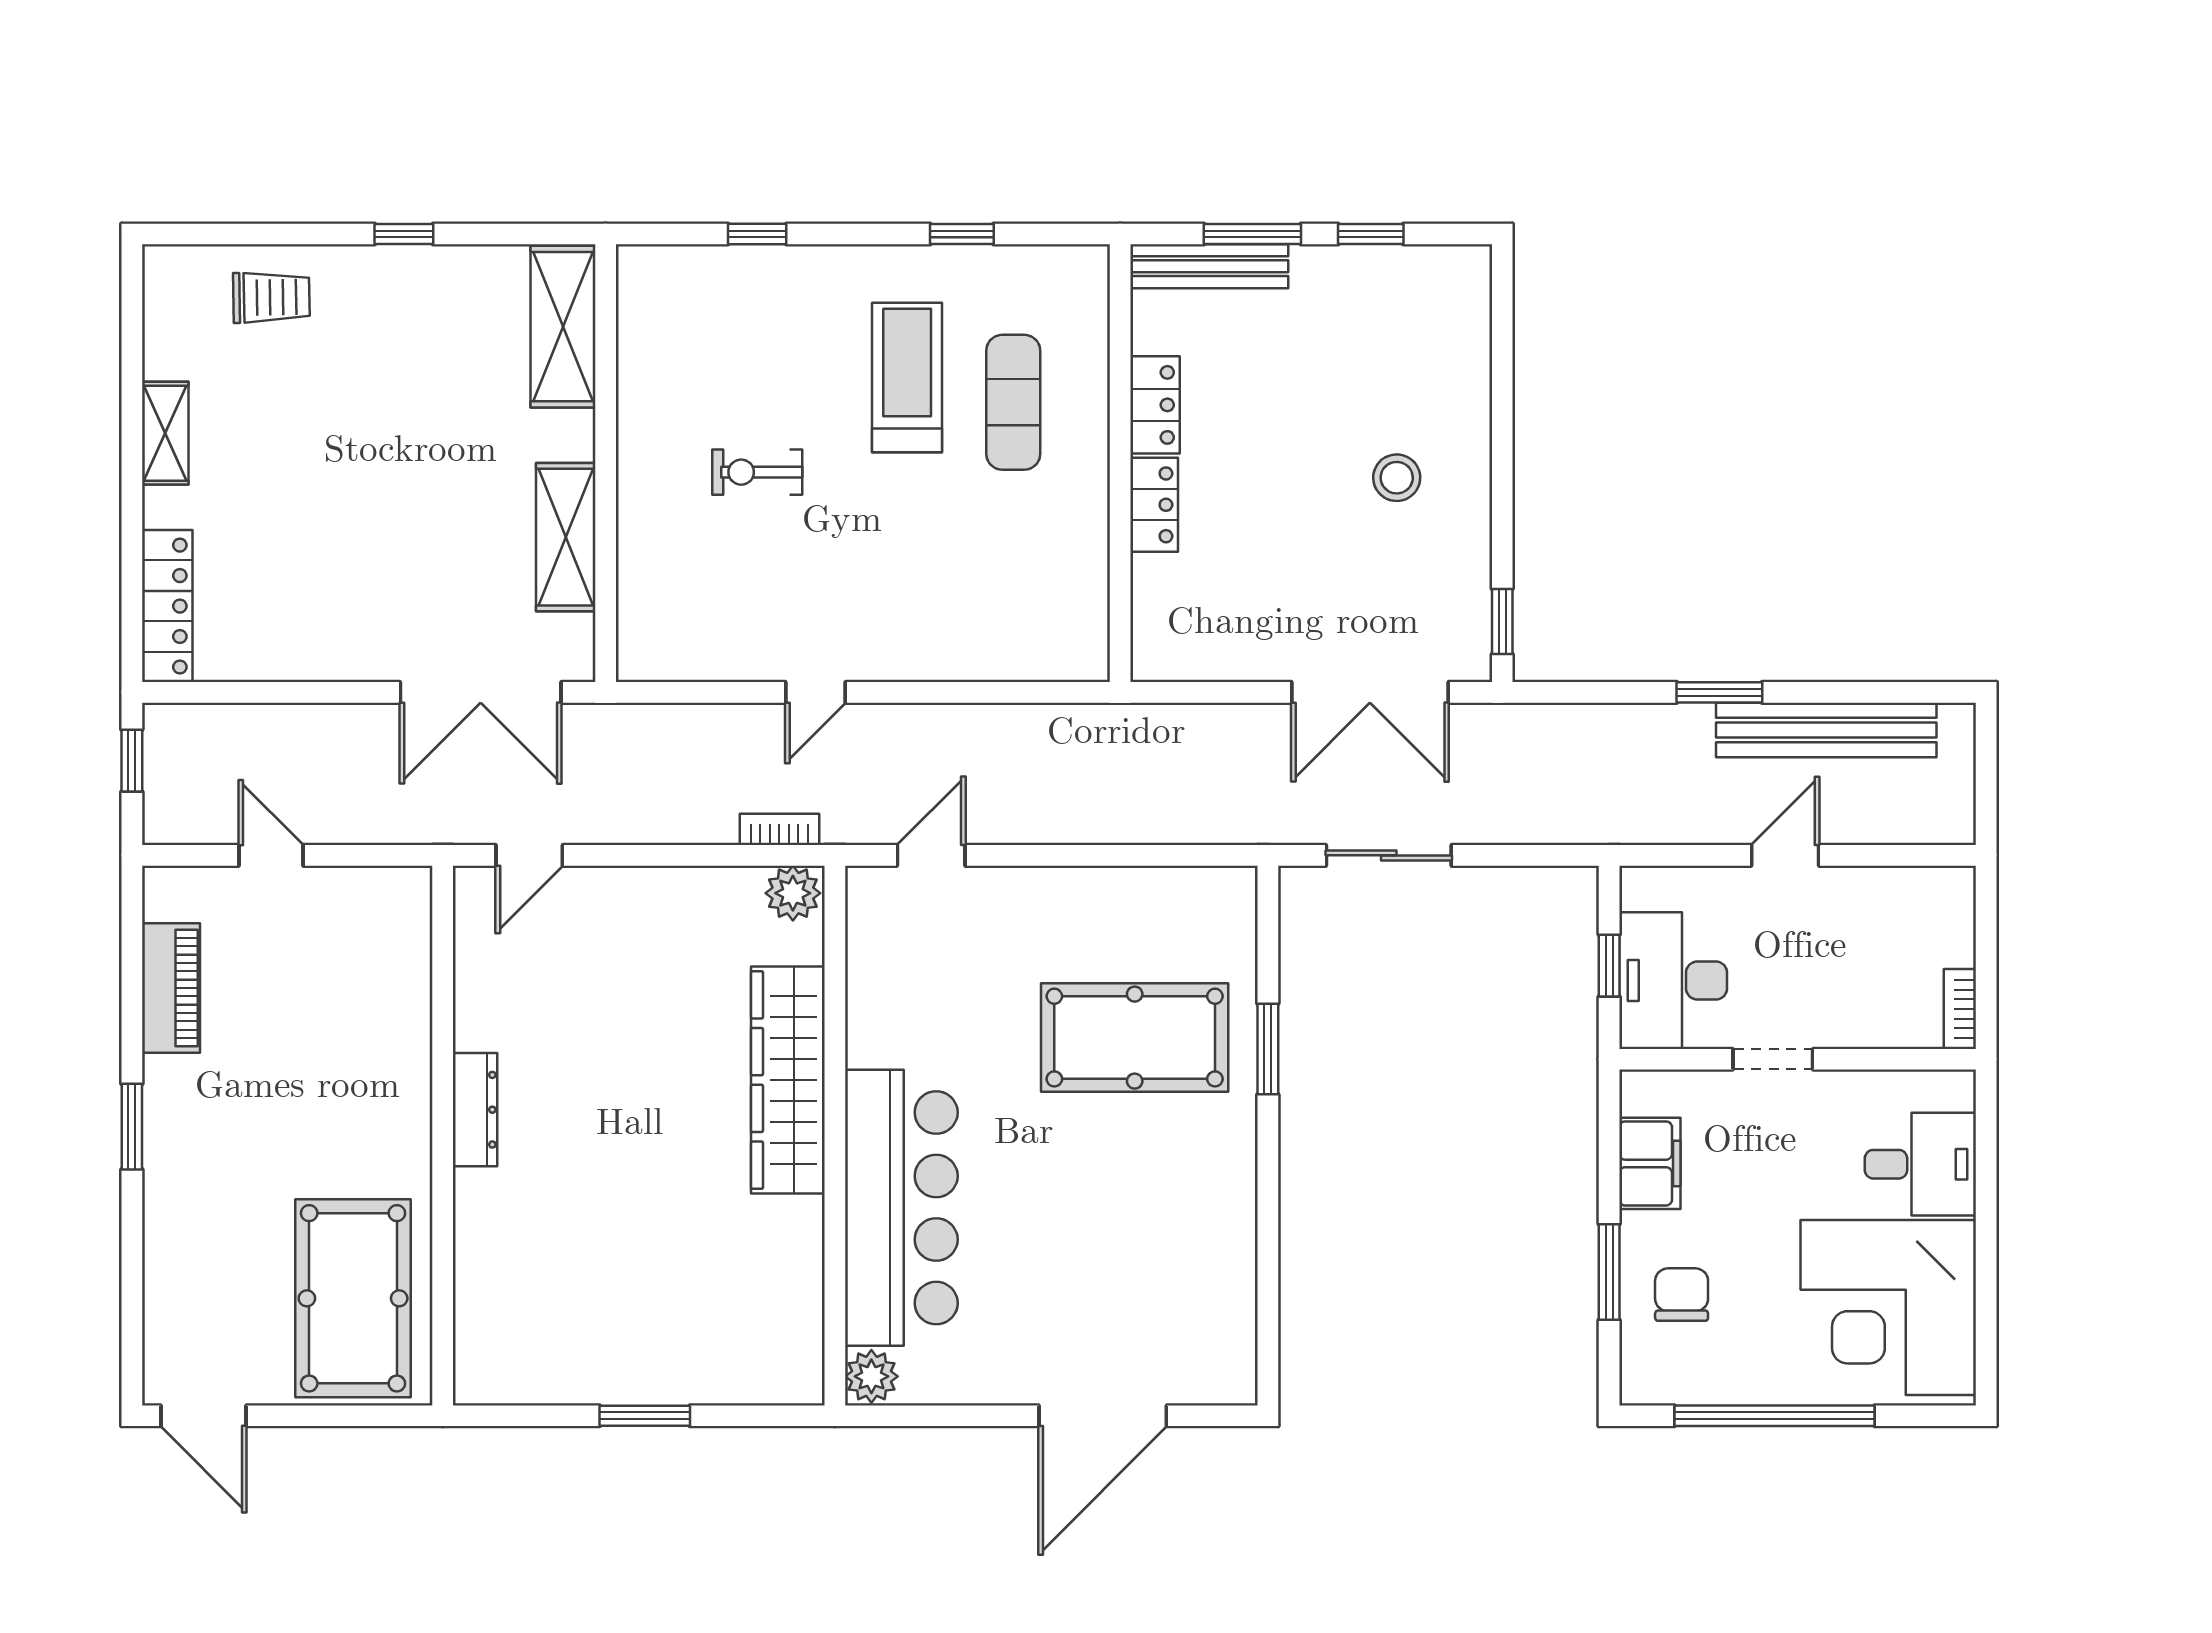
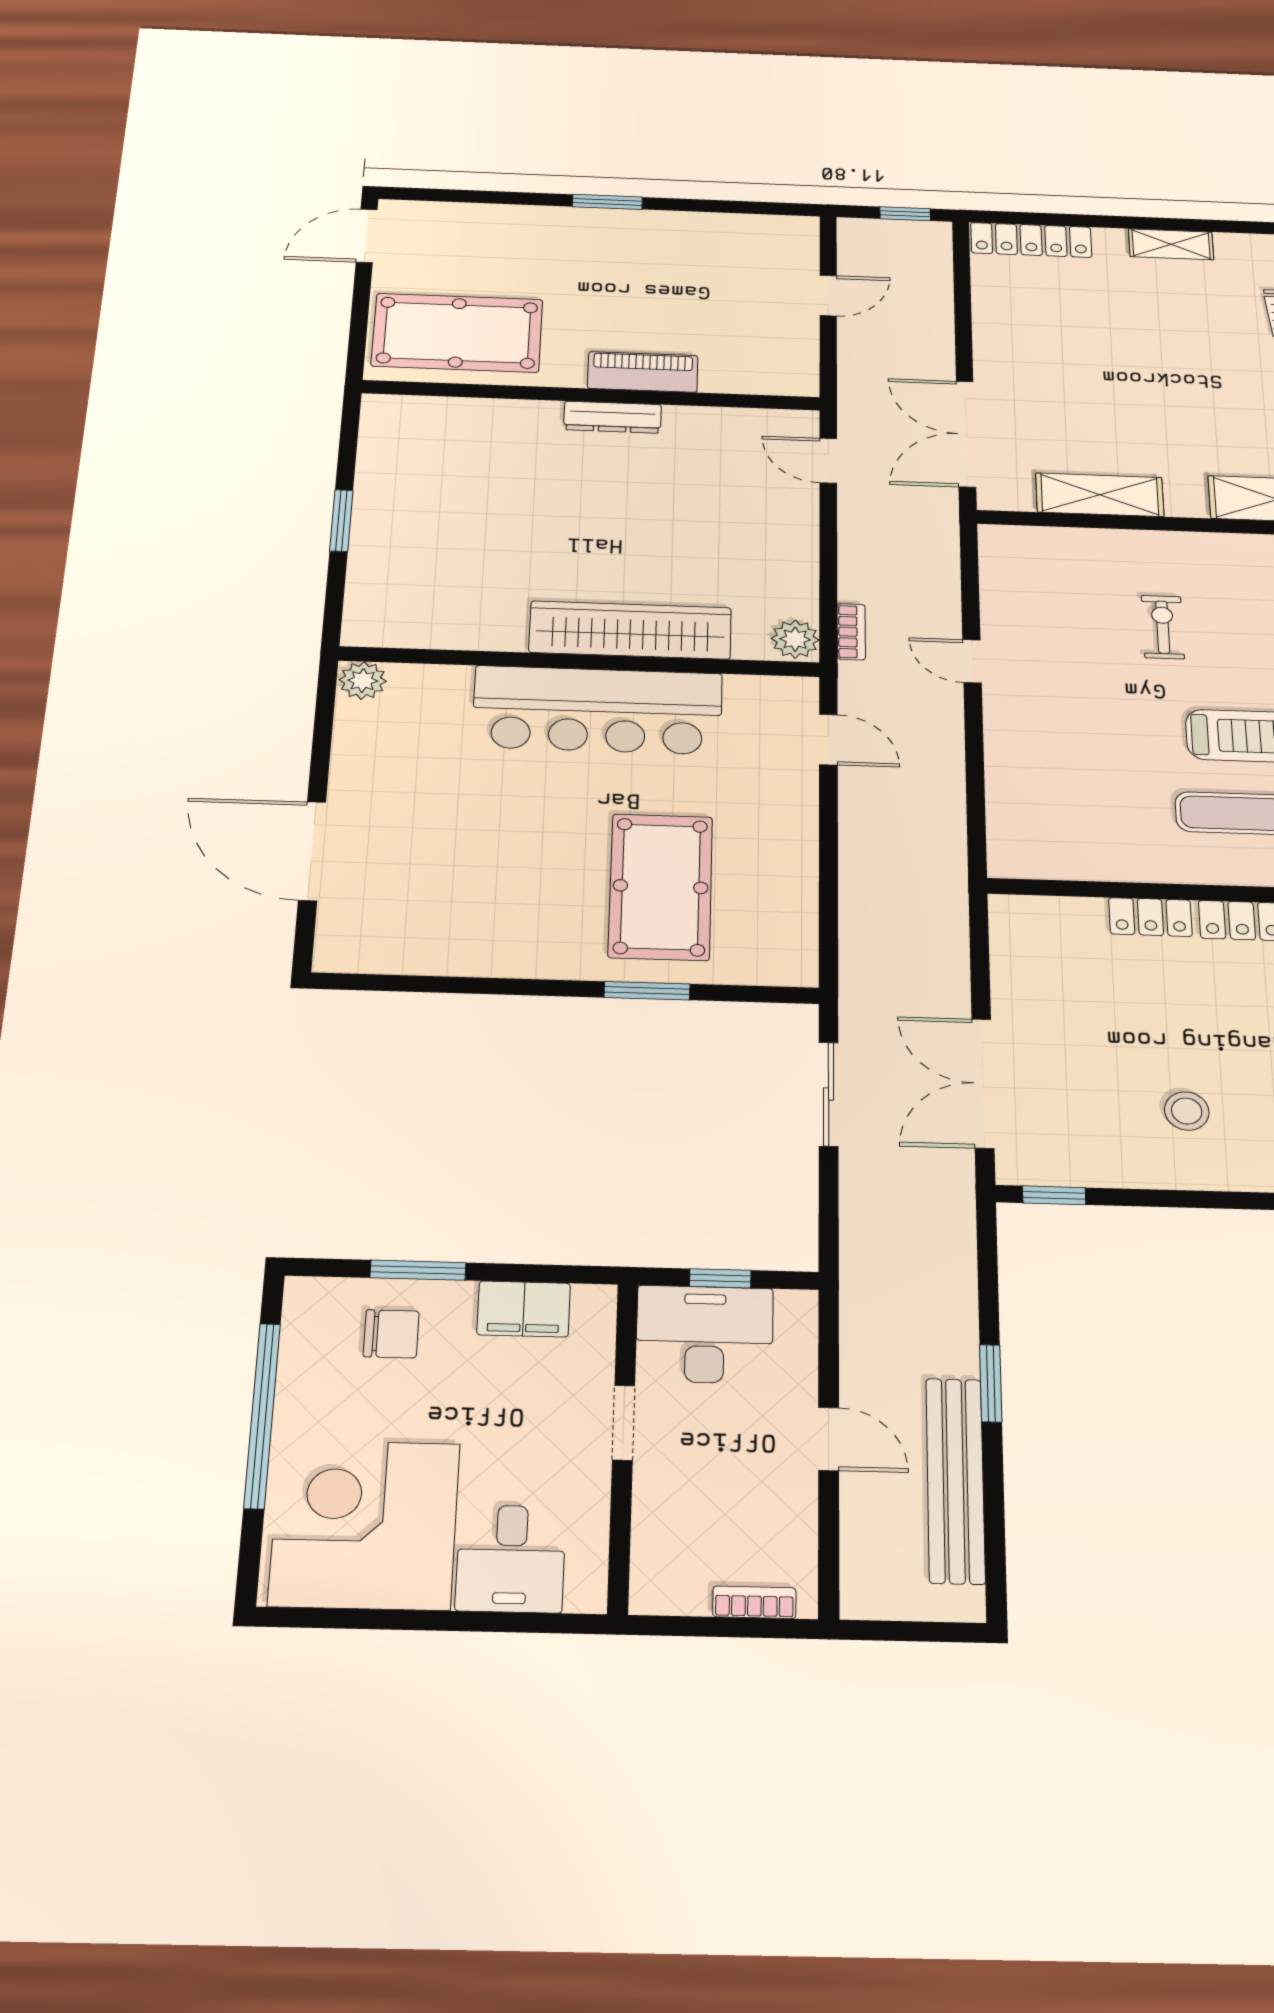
piano: (171, 988) -> (643, 372), moved, turned 180
bookcase: (1960, 1009) -> (754, 1602), moved
bar counter: (901, 1208) -> (598, 710), moved

